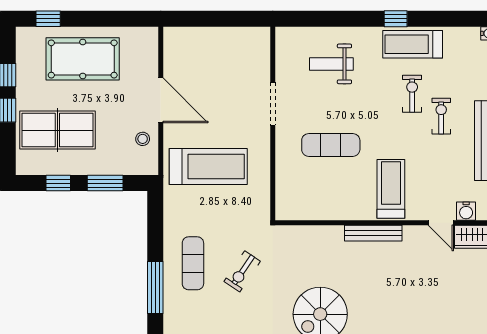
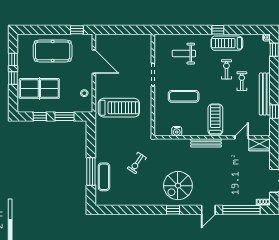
window: (48, 19) -> (77, 30), moved
door: (161, 100) -> (94, 62), moved
water cooler: (466, 211) -> (177, 131), moved
door: (441, 223) -> (242, 137), swing flipped
exercise mat: (193, 263) -> (104, 177), moved

